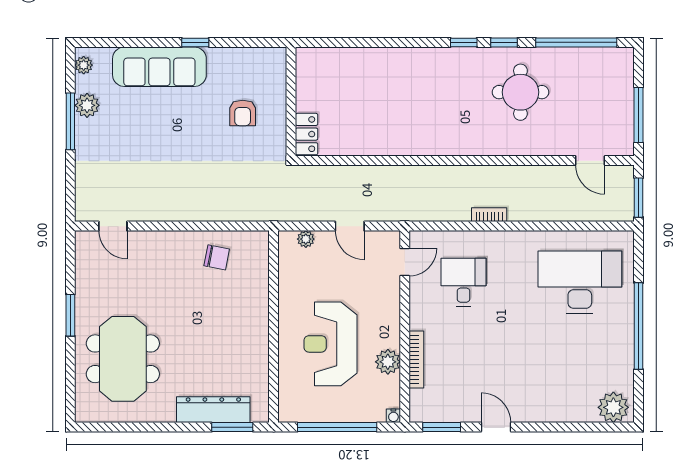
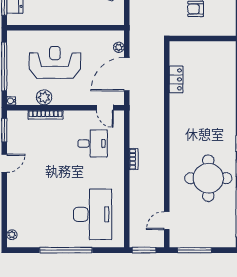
round table: (520, 92) -> (208, 178), width x1.36, depth x1.36
locker: (307, 134) -> (176, 79), moved, turned -90
door: (350, 226) -> (127, 74), width x1.88
plant: (613, 407) -> (12, 235), width x0.53, depth x0.53

